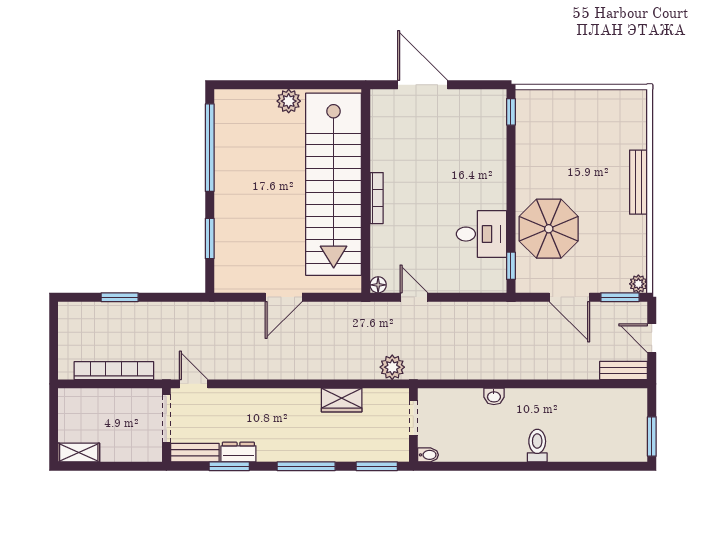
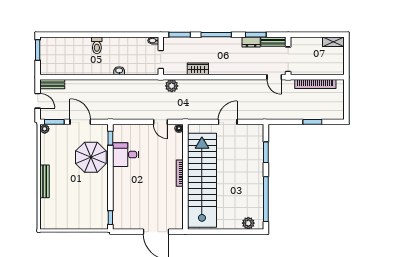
plant: (289, 101) -> (248, 223), moved

